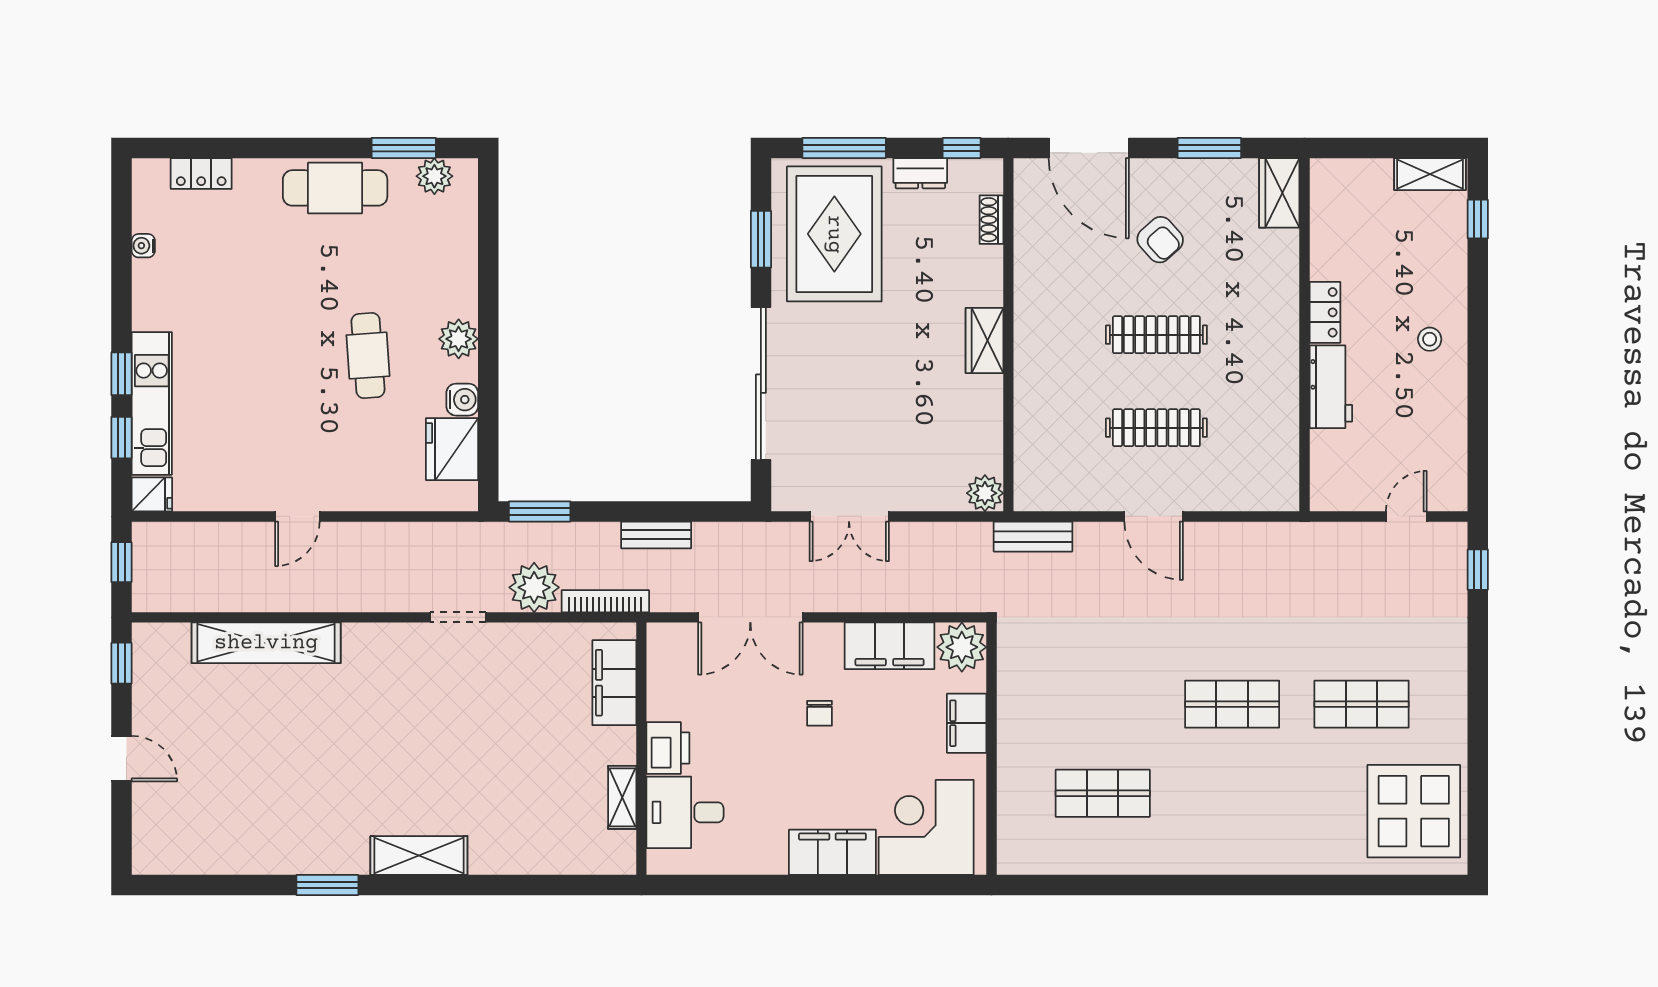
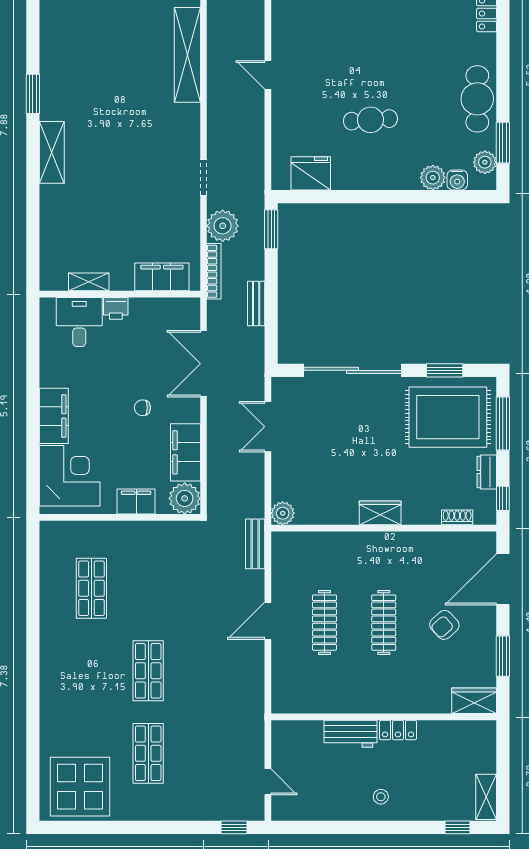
plant: (459, 339) -> (433, 178), moved
water cooler: (462, 400) -> (457, 180), moved
printer: (668, 748) -> (116, 308), width x0.73, depth x0.81

